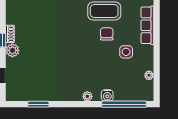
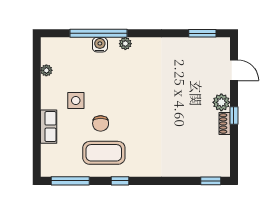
row of seats: (147, 25) -> (49, 127), width x0.68
window: (38, 104) -> (202, 33), moved
window: (124, 104) -> (98, 33), moved

